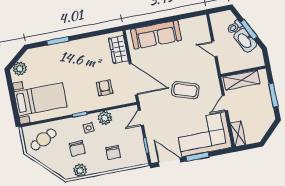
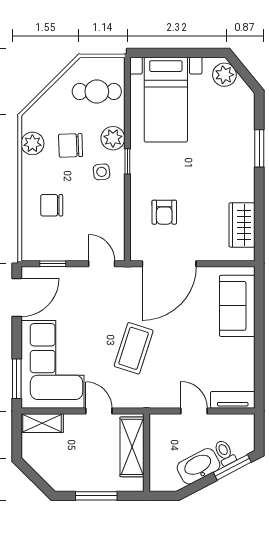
tv unit: (204, 28) -> (233, 400), added
window: (249, 29) -> (232, 467), moved
sofa: (156, 35) -> (237, 306), width x0.73
wardrobe: (118, 49) -> (242, 225), moved, turned -90
door: (214, 49) -> (194, 411), hinge flipped
armchair: (105, 88) -> (164, 212), turned 90
plant: (105, 118) -> (113, 138), moved
cafe table: (43, 139) -> (97, 91), turned -64
window: (197, 157) -> (17, 379), moved

